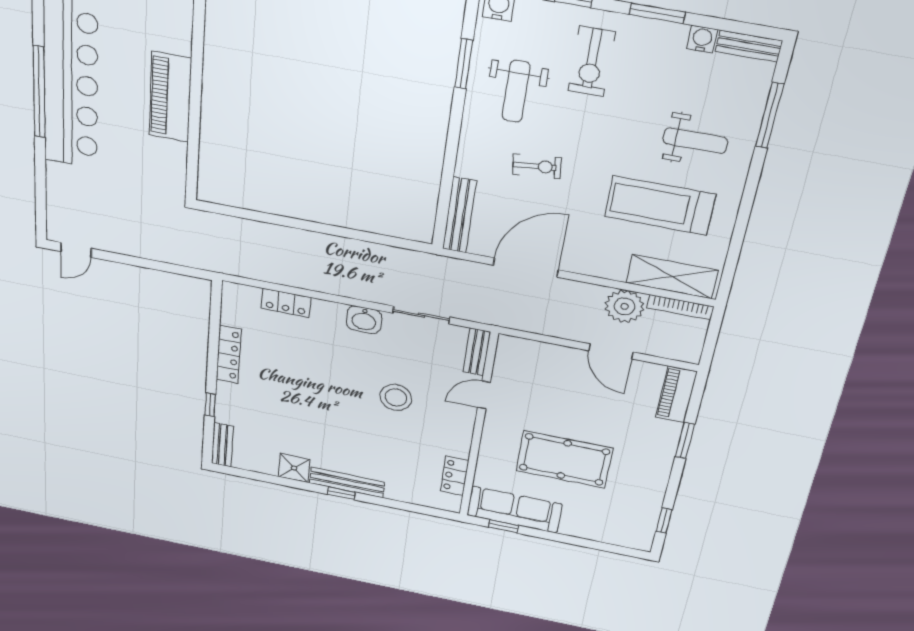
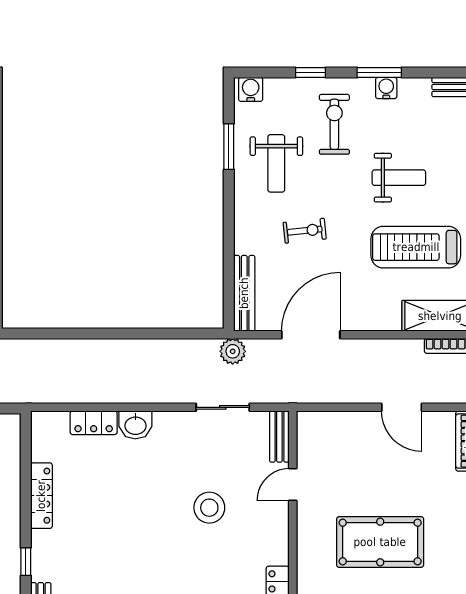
water cooler: (702, 39) -> (386, 88), moved
exercise bike: (591, 62) -> (334, 124), turned 180
weight bench: (695, 141) -> (399, 178), moved
plant: (625, 306) -> (233, 351), moved, width x0.73, depth x0.73
washbasin: (364, 320) -> (135, 425), moved

